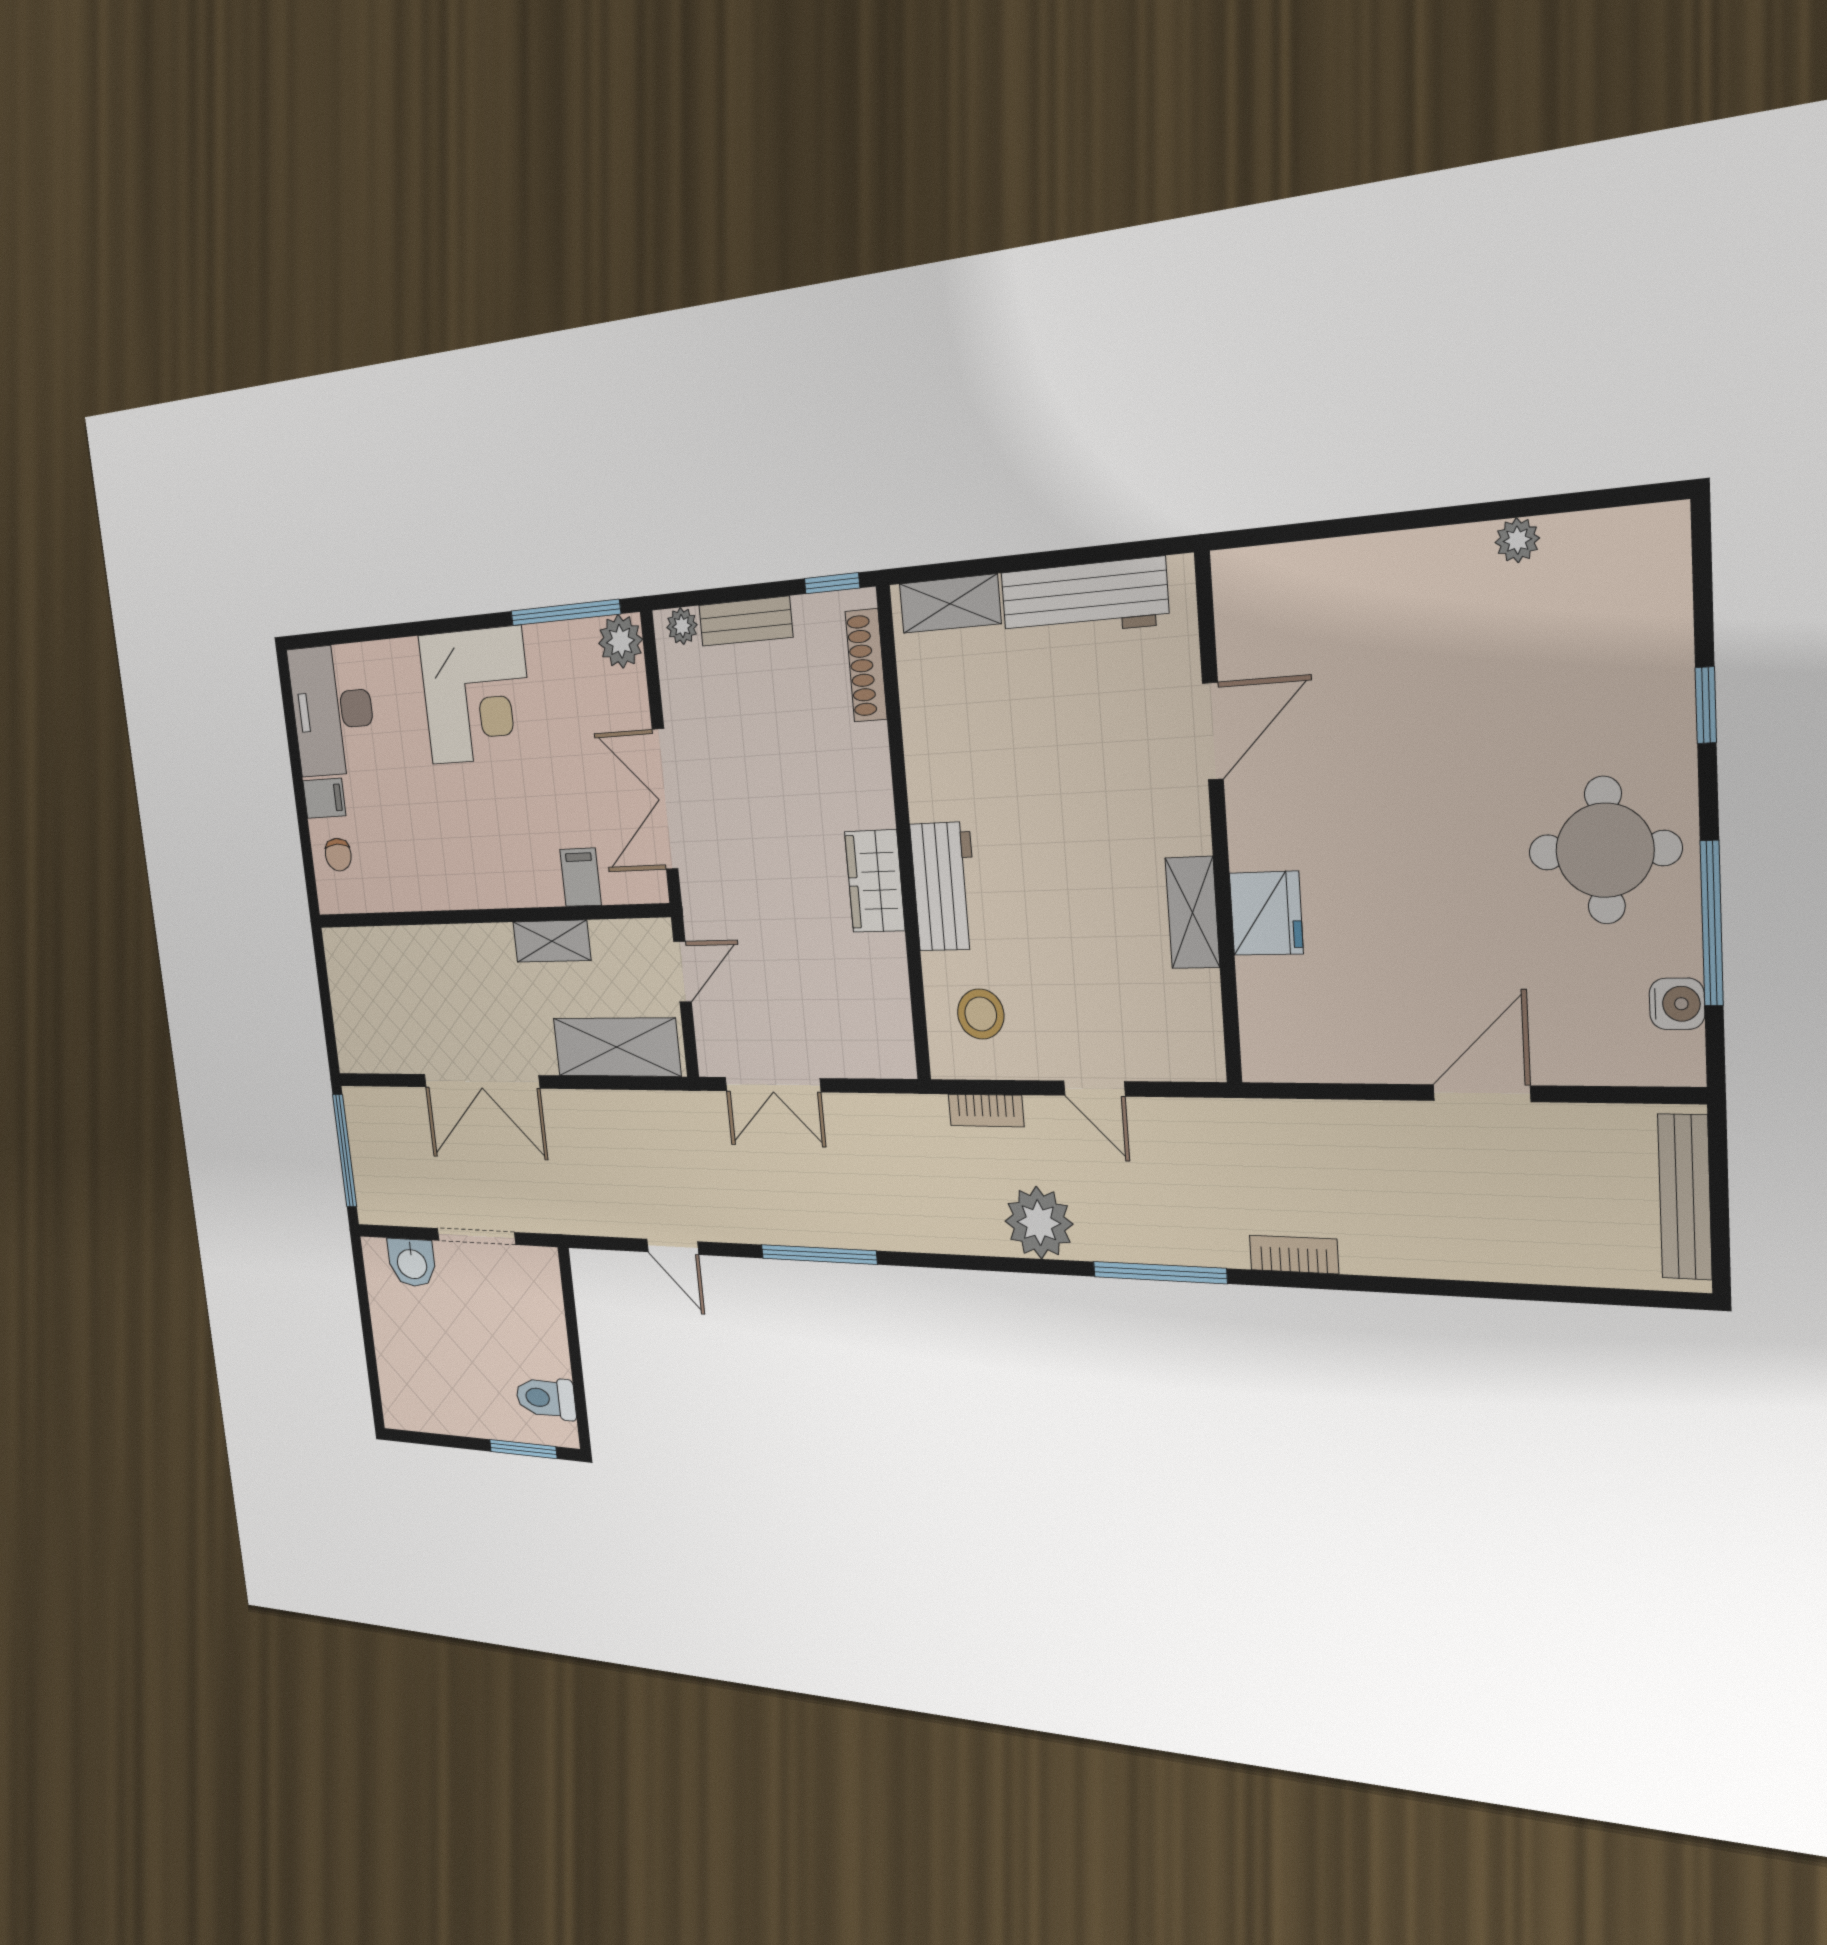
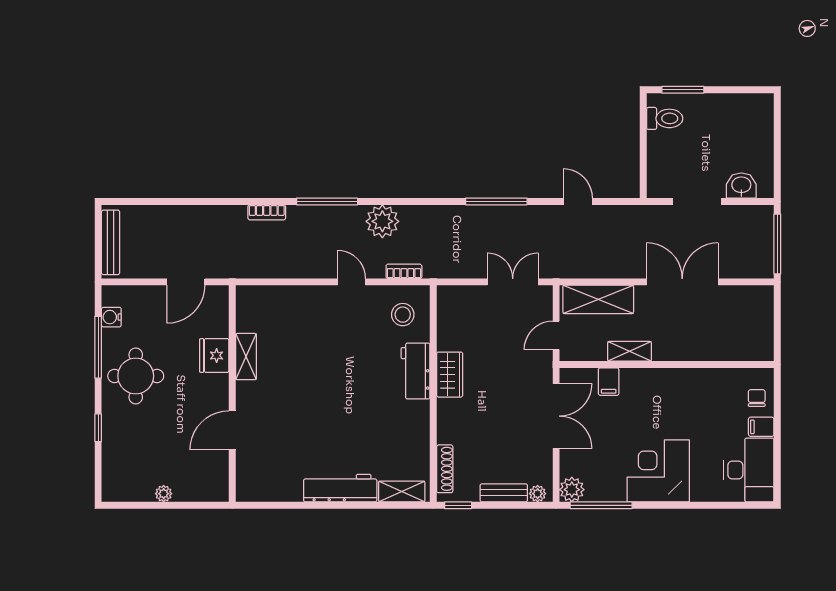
door: (1213, 731) -> (232, 430), moved
wall: (1218, 822) -> (232, 394), moved
shelving: (1192, 913) -> (246, 357), moved
fridge: (1266, 913) -> (214, 355), moved

